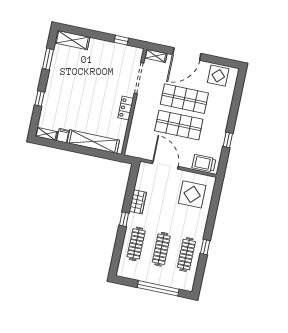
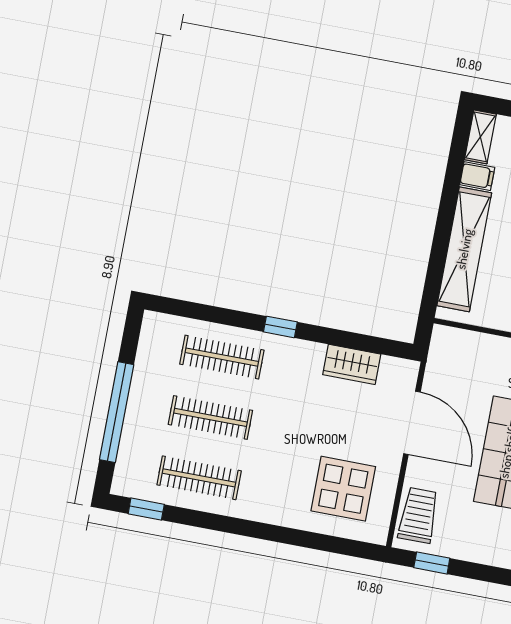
window: (228, 140) -> (432, 563), moved
door: (165, 165) -> (412, 423), hinge flipped
wardrobe: (138, 202) -> (352, 364), moved
window: (205, 247) -> (146, 509), moved

